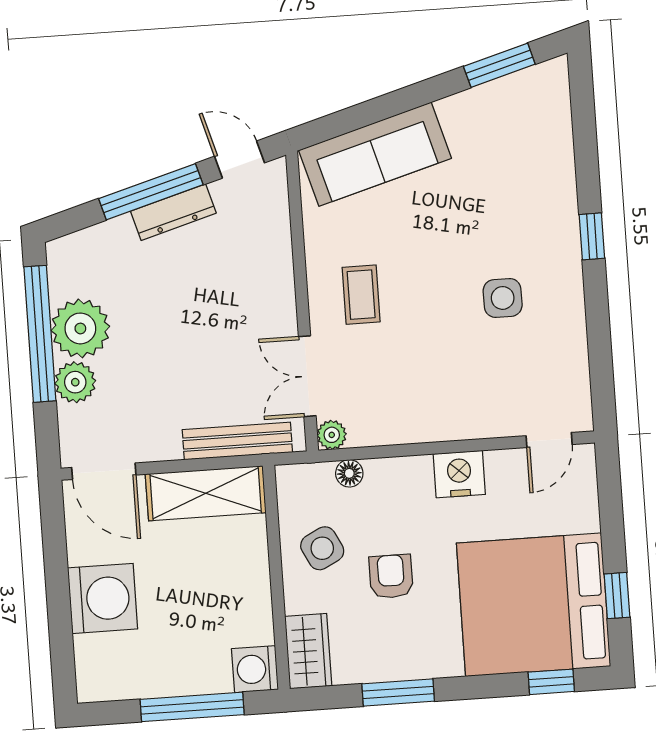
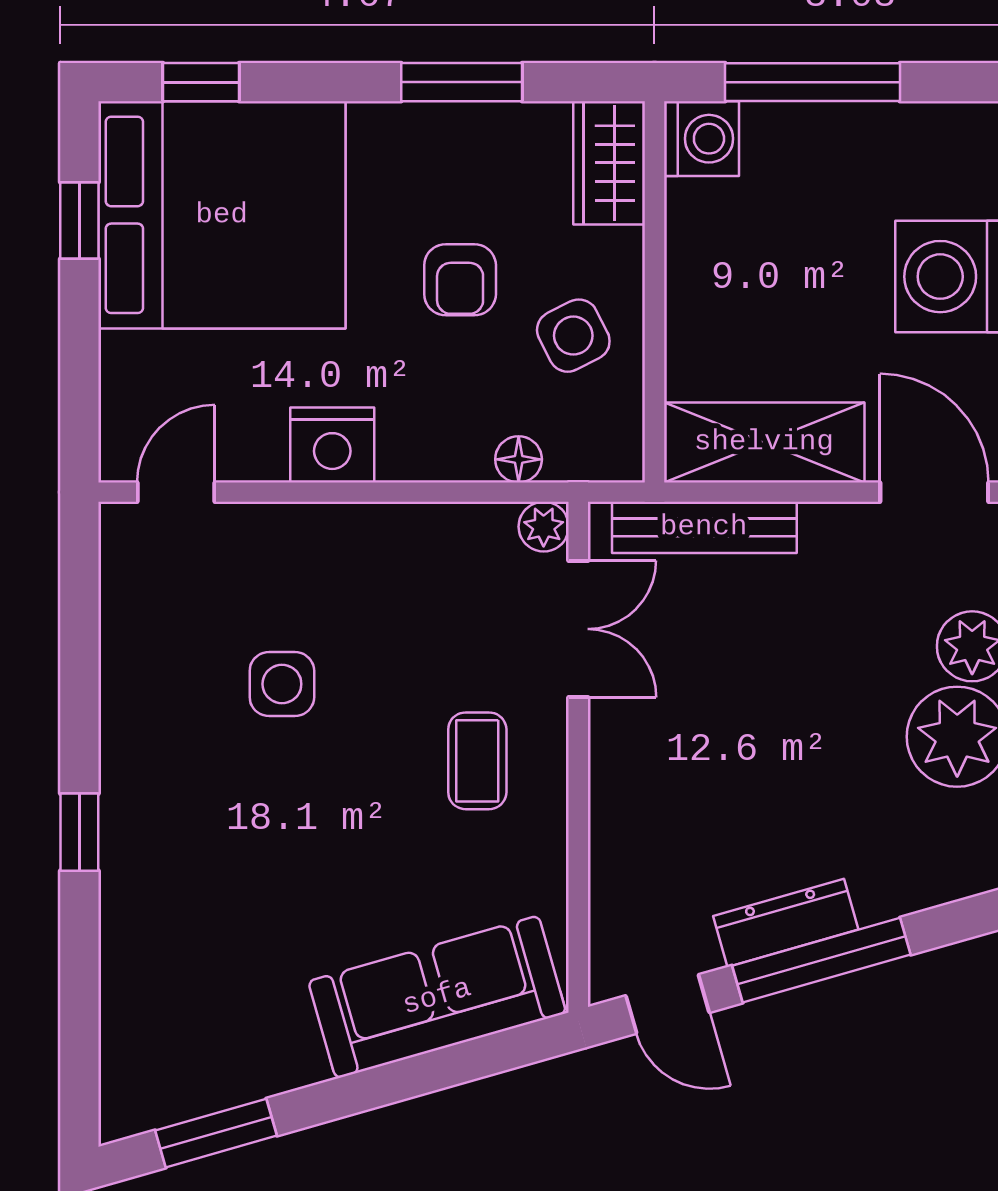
side table: (503, 298) -> (282, 684), moved

